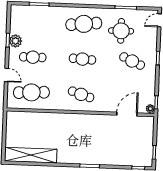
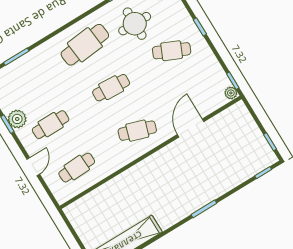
door: (6, 75) -> (33, 167), hinge flipped
cafe table: (31, 92) -> (77, 168), width x0.73, depth x0.74
door: (127, 114) -> (191, 128), moved

